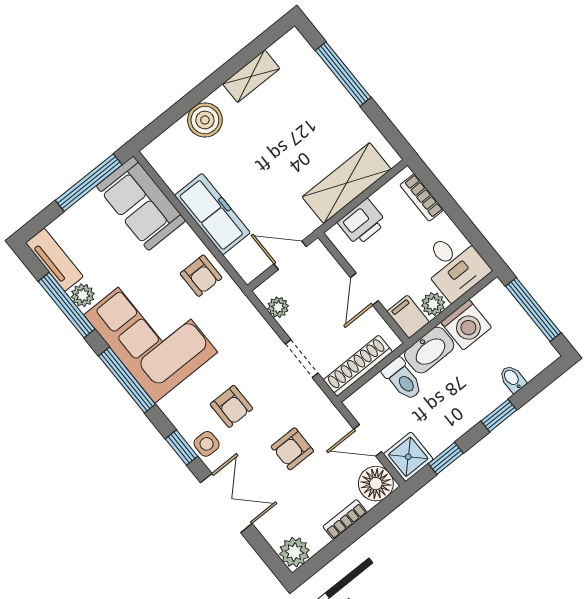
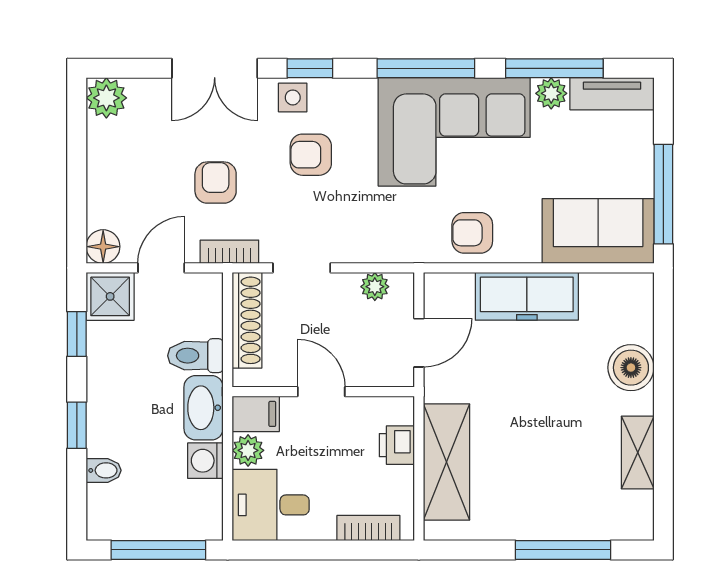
printer: (362, 222) -> (397, 445), width x0.73, depth x0.81
washing machine: (466, 325) -> (205, 461), width x0.73, depth x0.73
floor lamp: (376, 484) -> (103, 247), width x0.73, depth x0.73
bookcase: (345, 519) -> (229, 252), moved, turned -90

